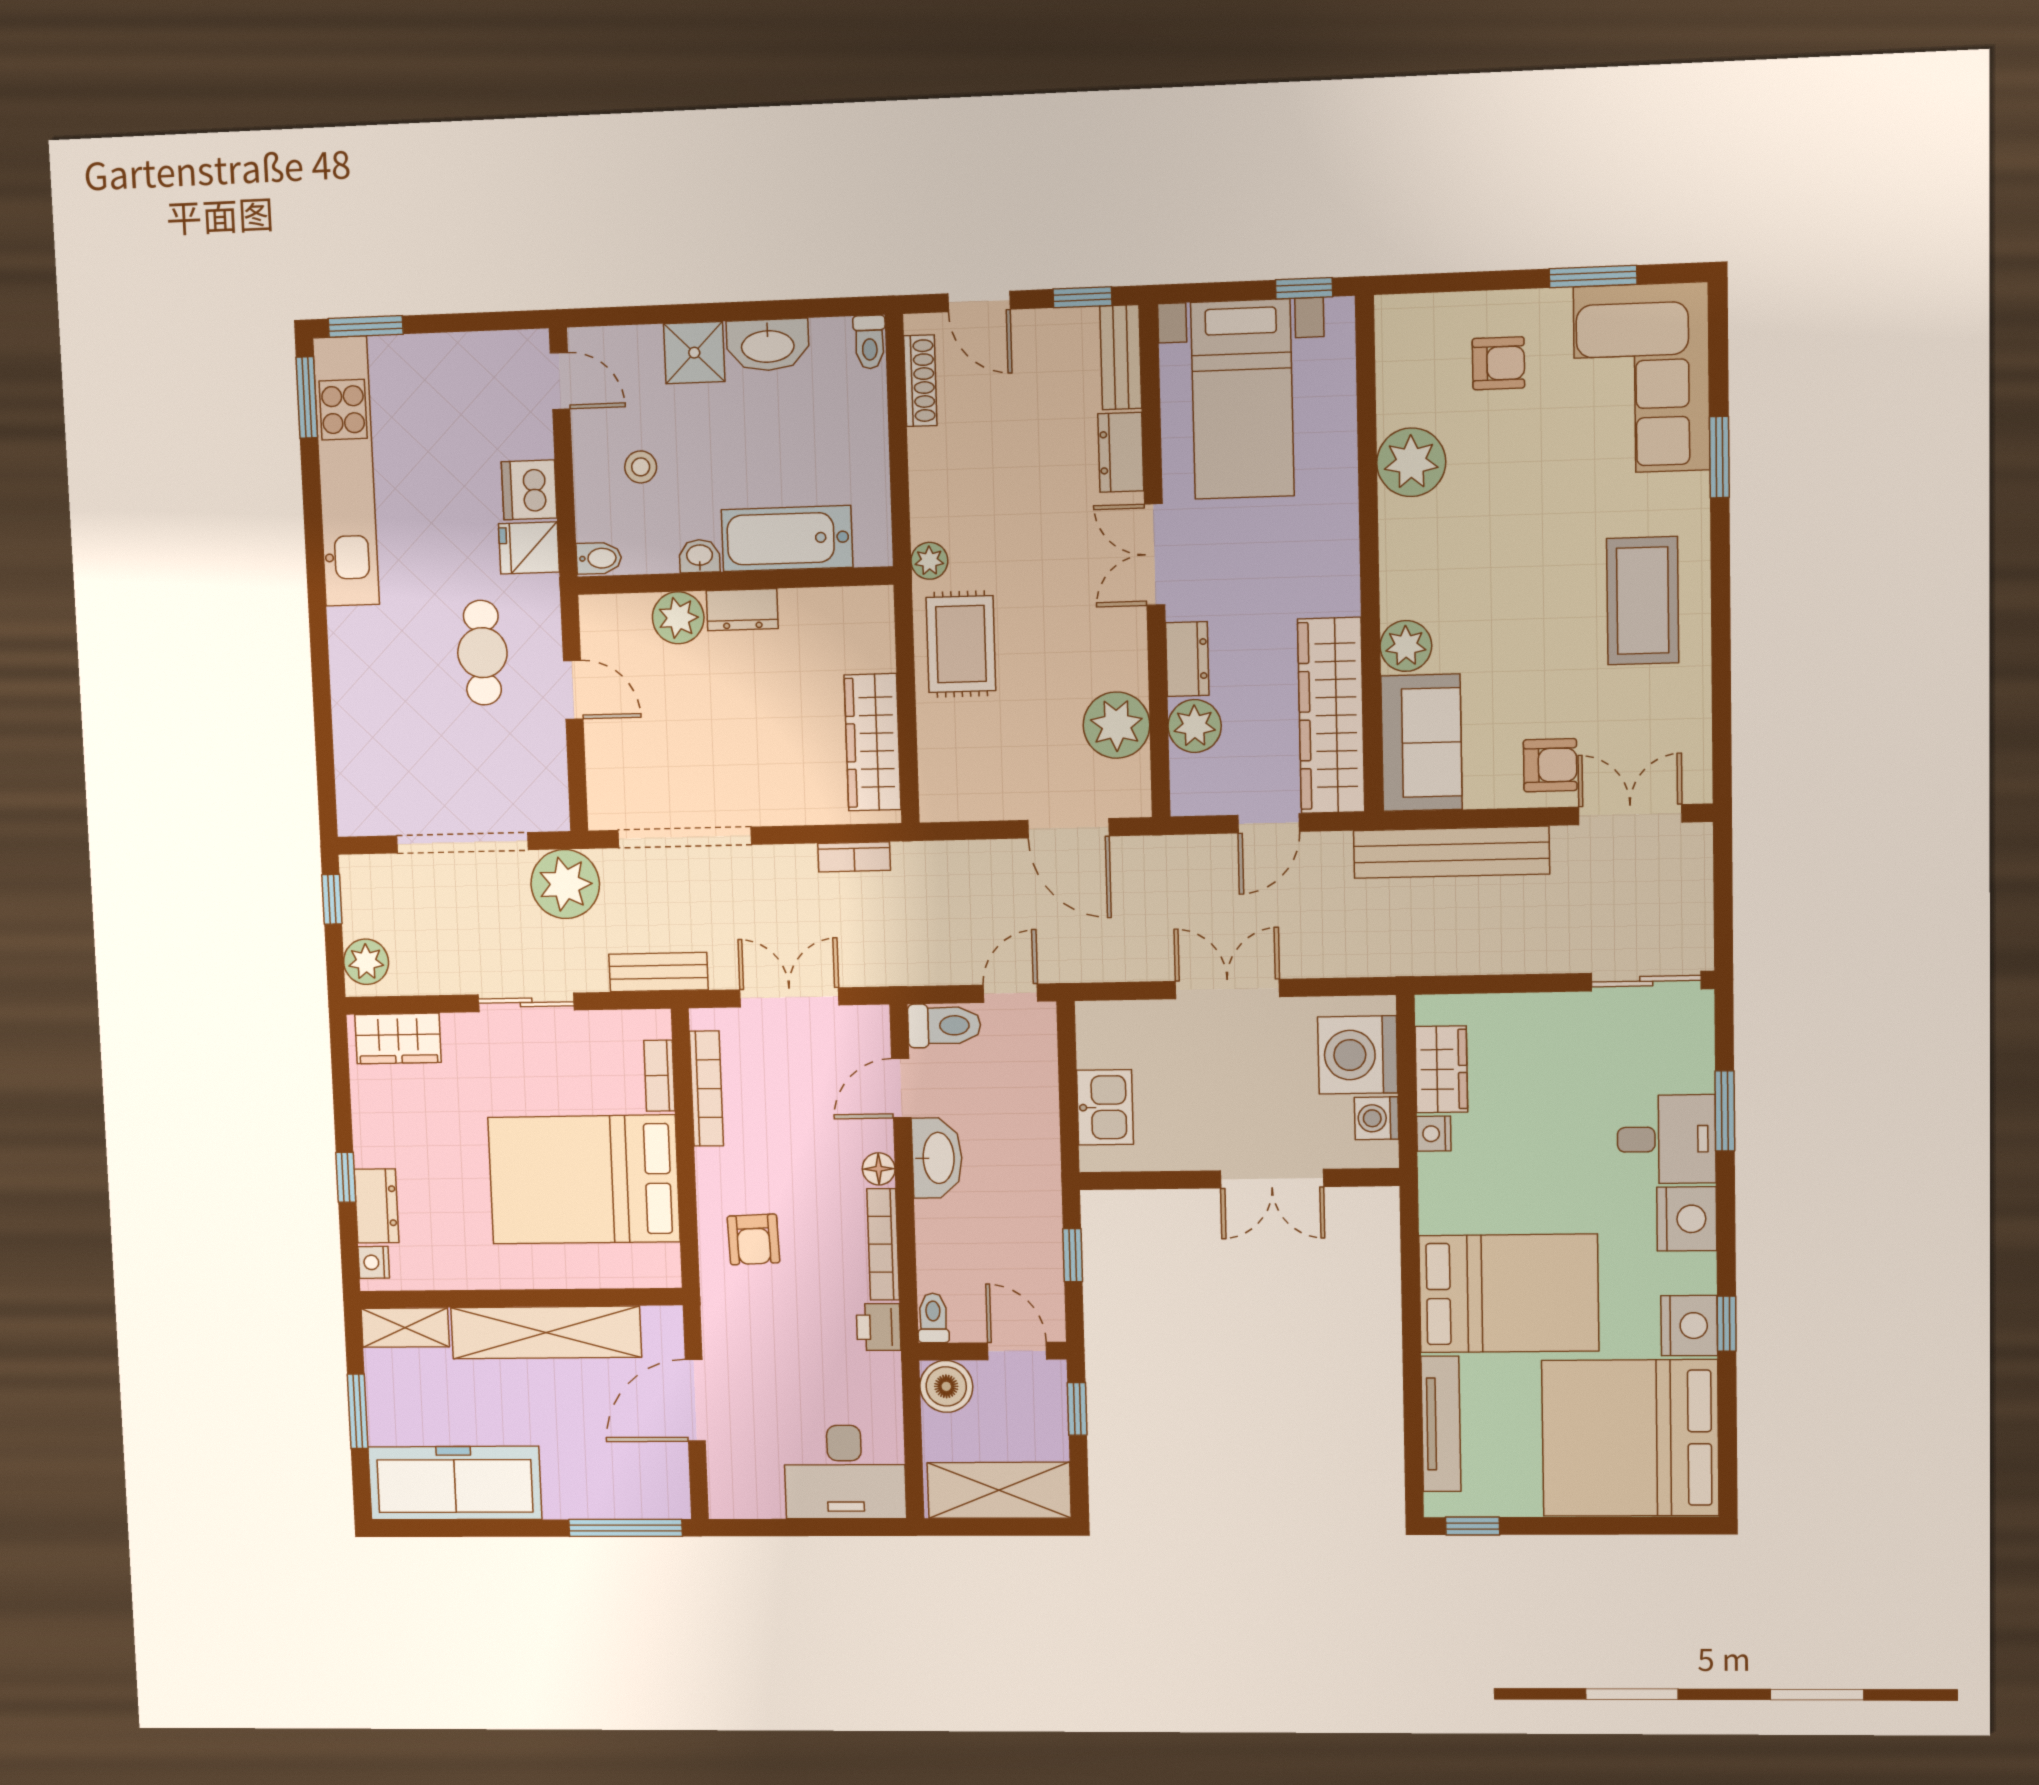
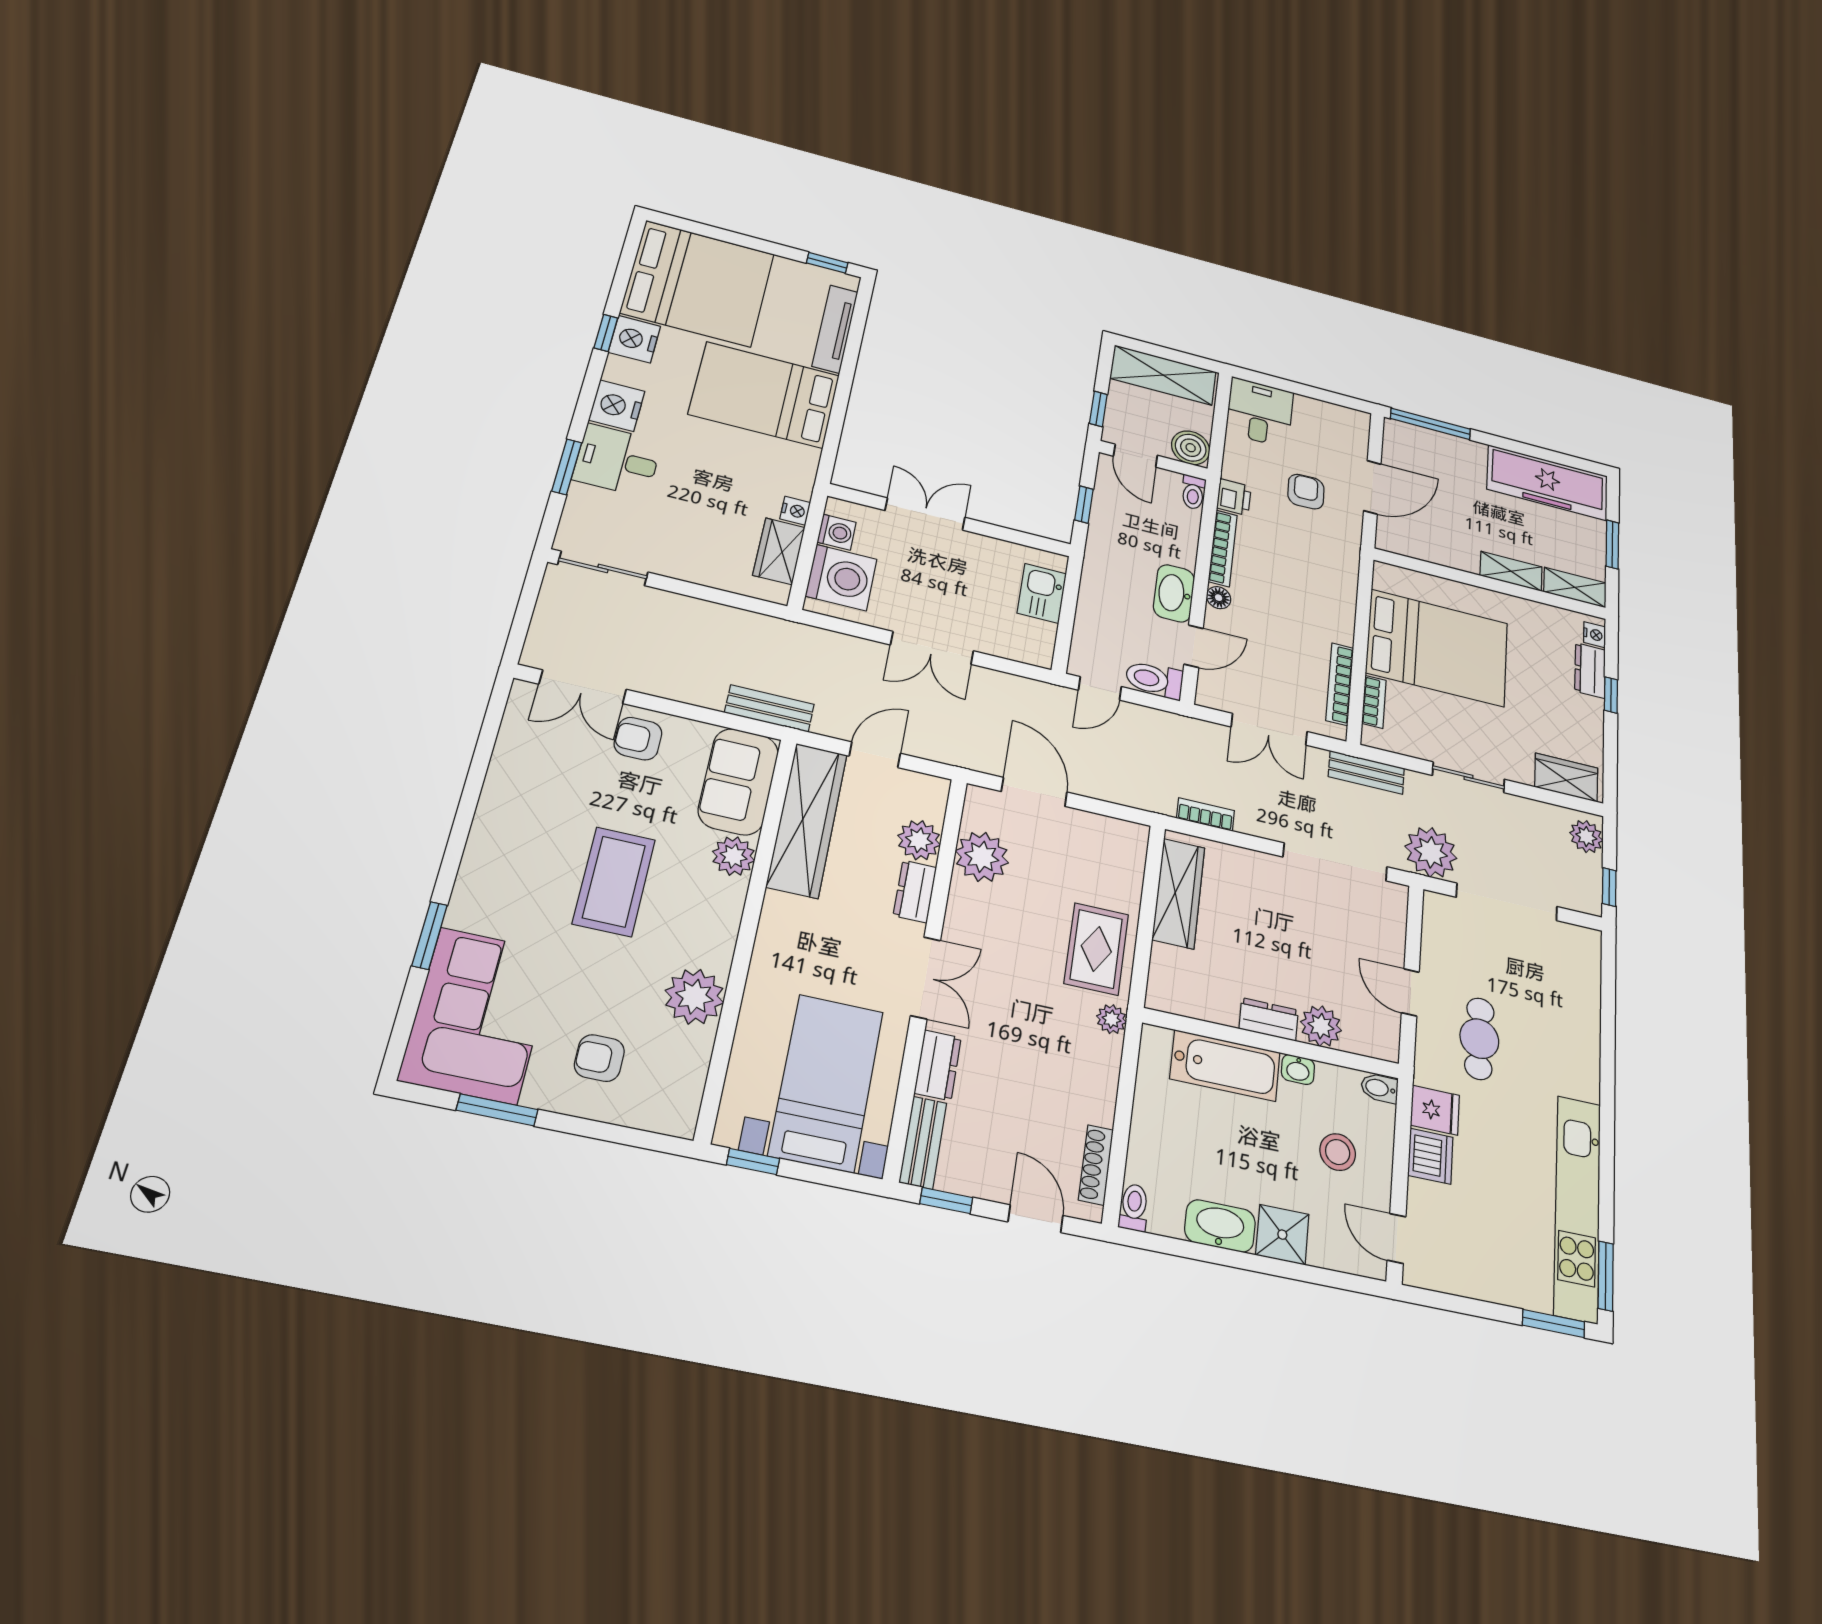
stool: (641, 467) -> (1338, 1152), width x1.37, depth x1.37
coffee table: (1643, 601) -> (614, 882), moved
bench: (1451, 852) -> (769, 709), width x0.54, depth x0.82
armchair: (754, 1239) -> (1306, 492), moved
shelving: (546, 1332) -> (1511, 571), width x0.45, depth x0.75
desk: (845, 1472) -> (1260, 412), width x0.73

